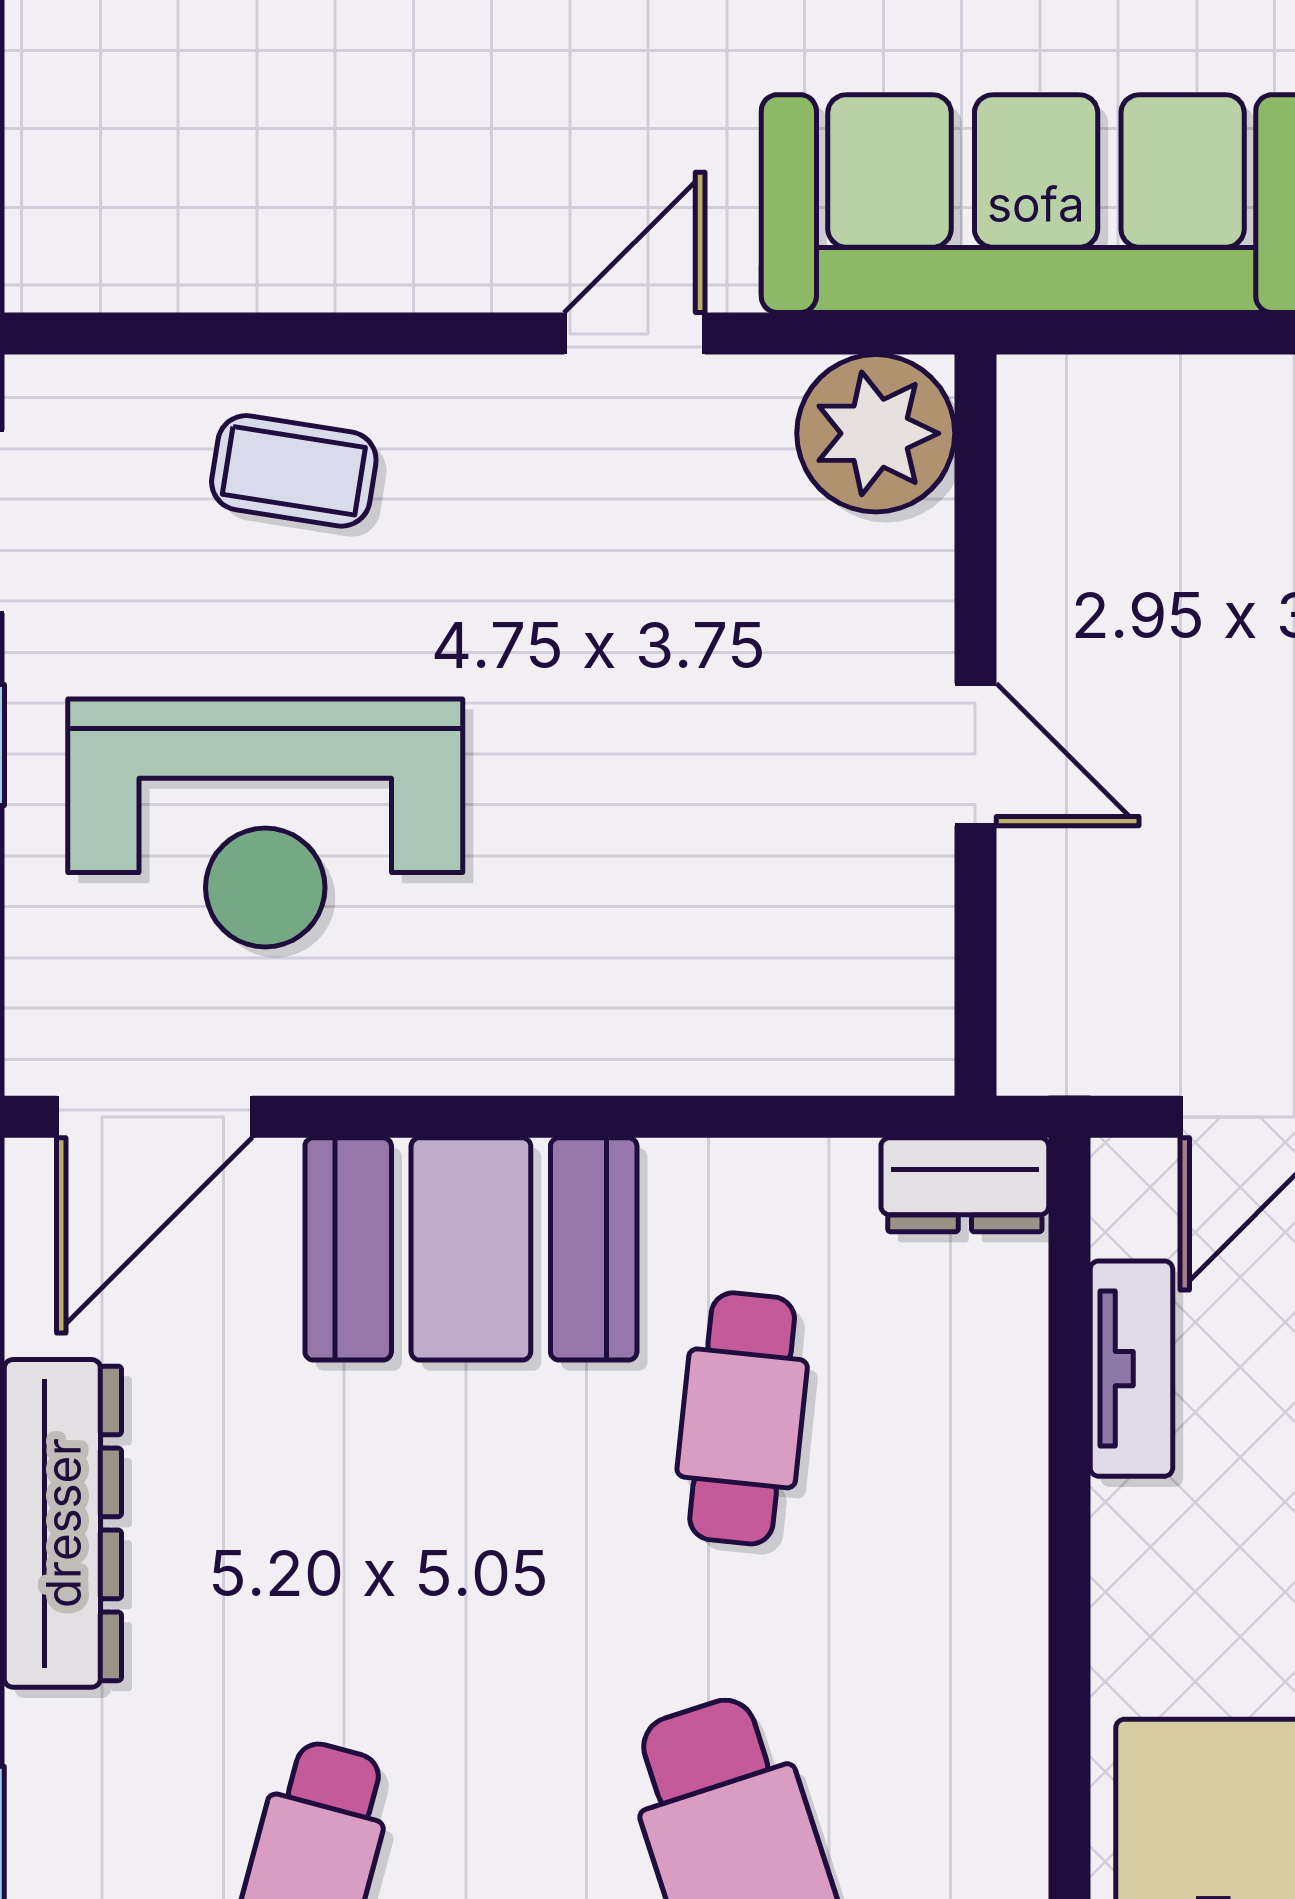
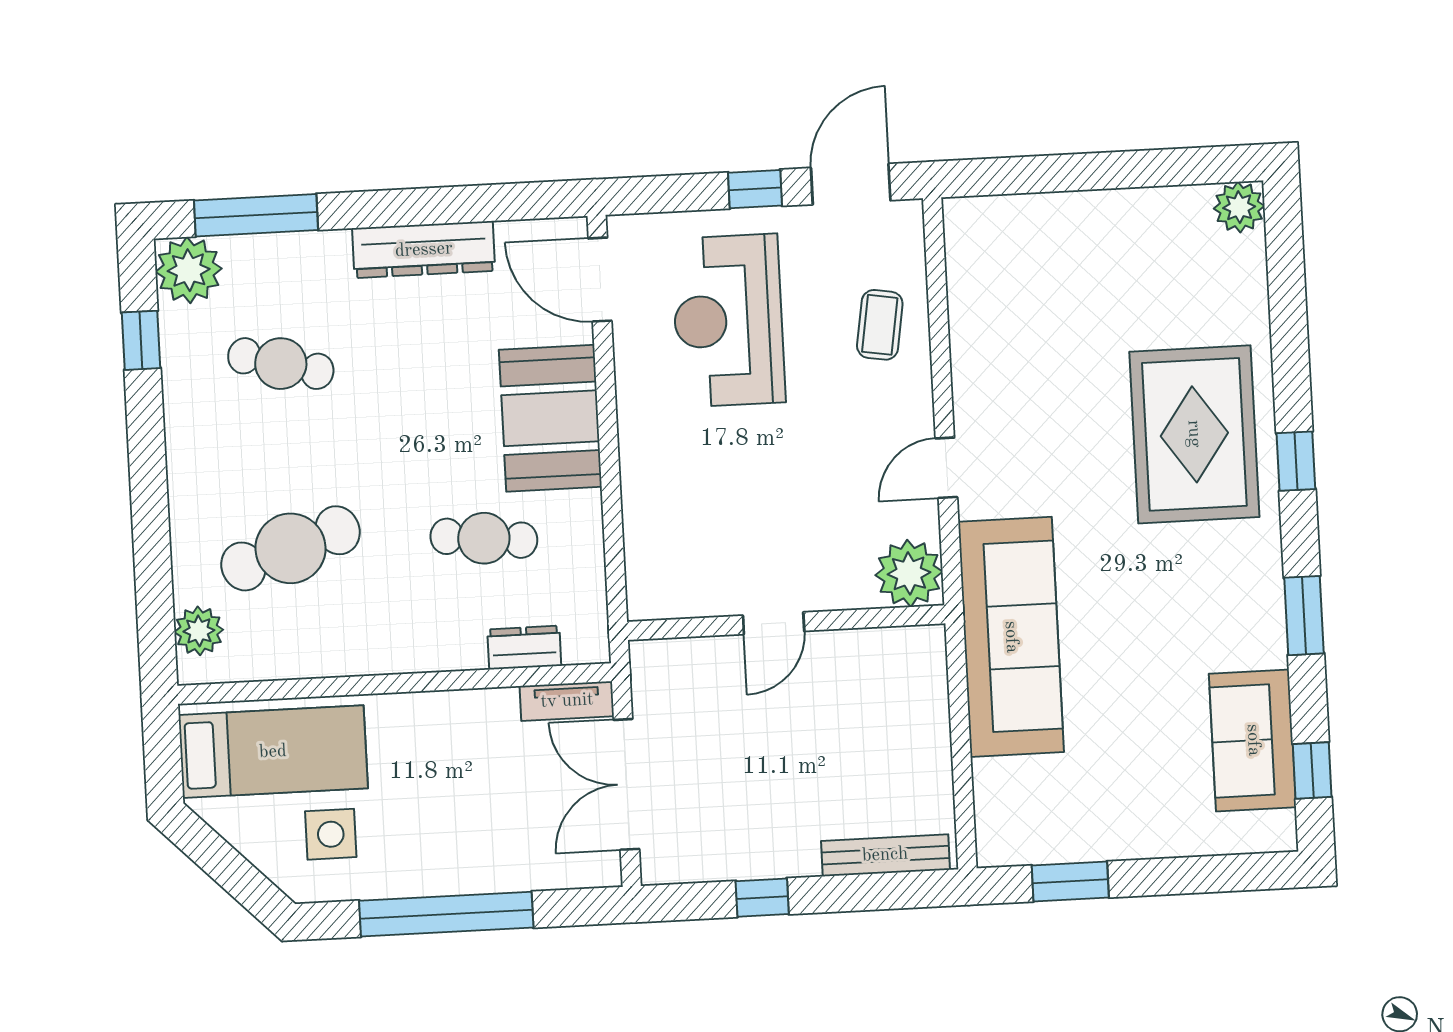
door: (634, 334) -> (946, 468), swing flipped
dresser: (965, 1185) -> (524, 648), moved, turned 90
tv unit: (1131, 1369) -> (567, 701), moved

